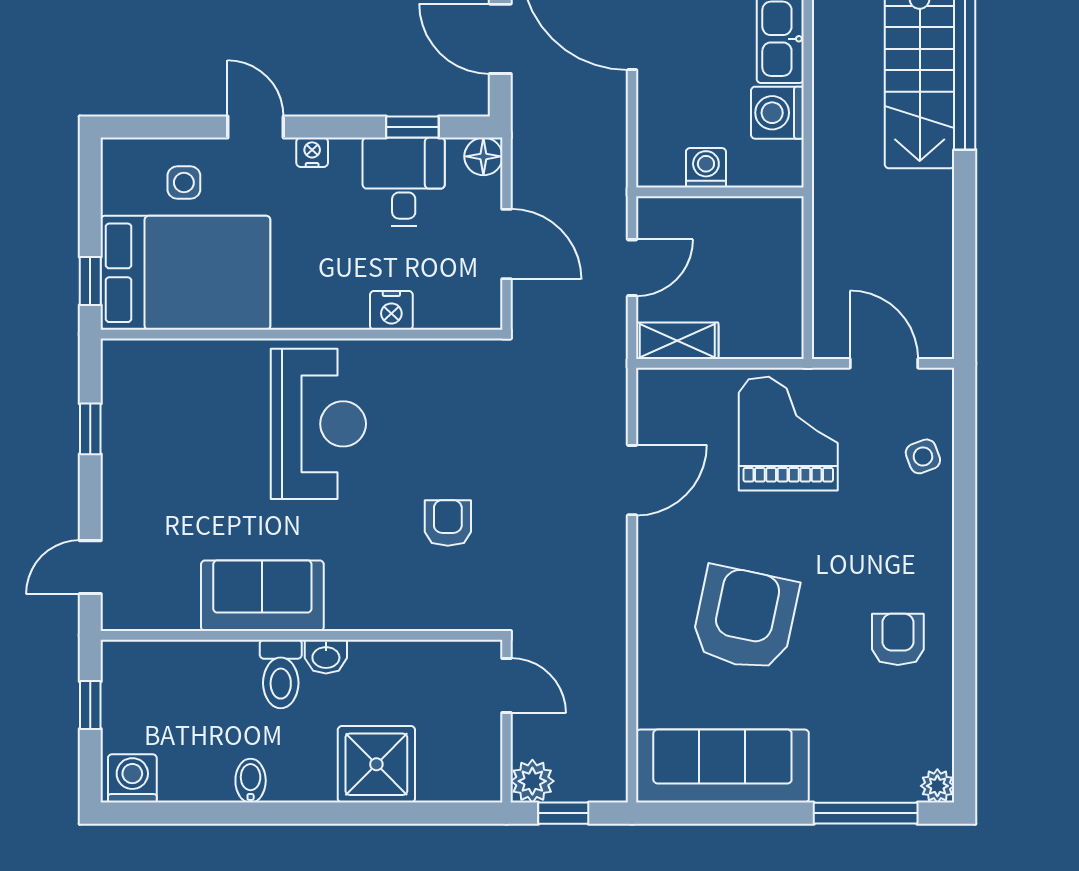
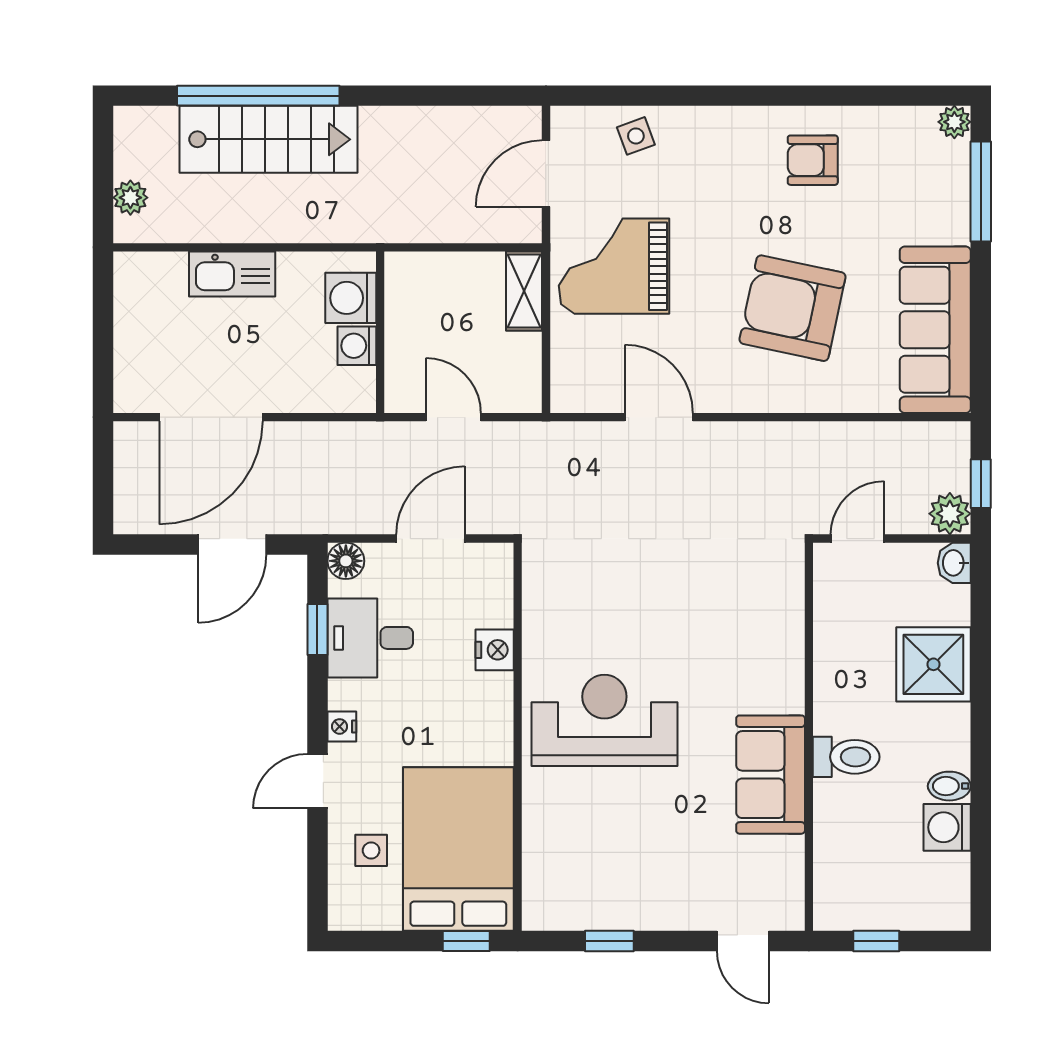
washing machine: (777, 113) -> (351, 298), moved, turned 90
shelving: (677, 341) -> (524, 291), moved
armchair: (448, 523) -> (700, 595), removed
washbasin: (326, 657) -> (954, 563), moved, turned 180
washing machine: (132, 778) -> (947, 827), moved

